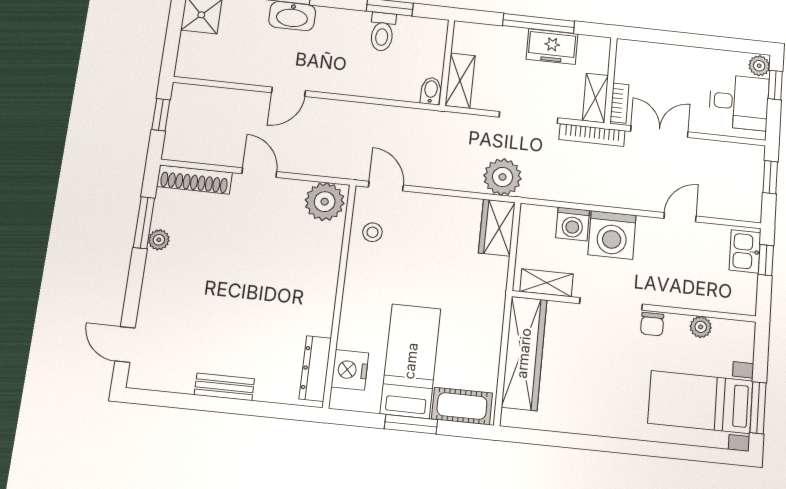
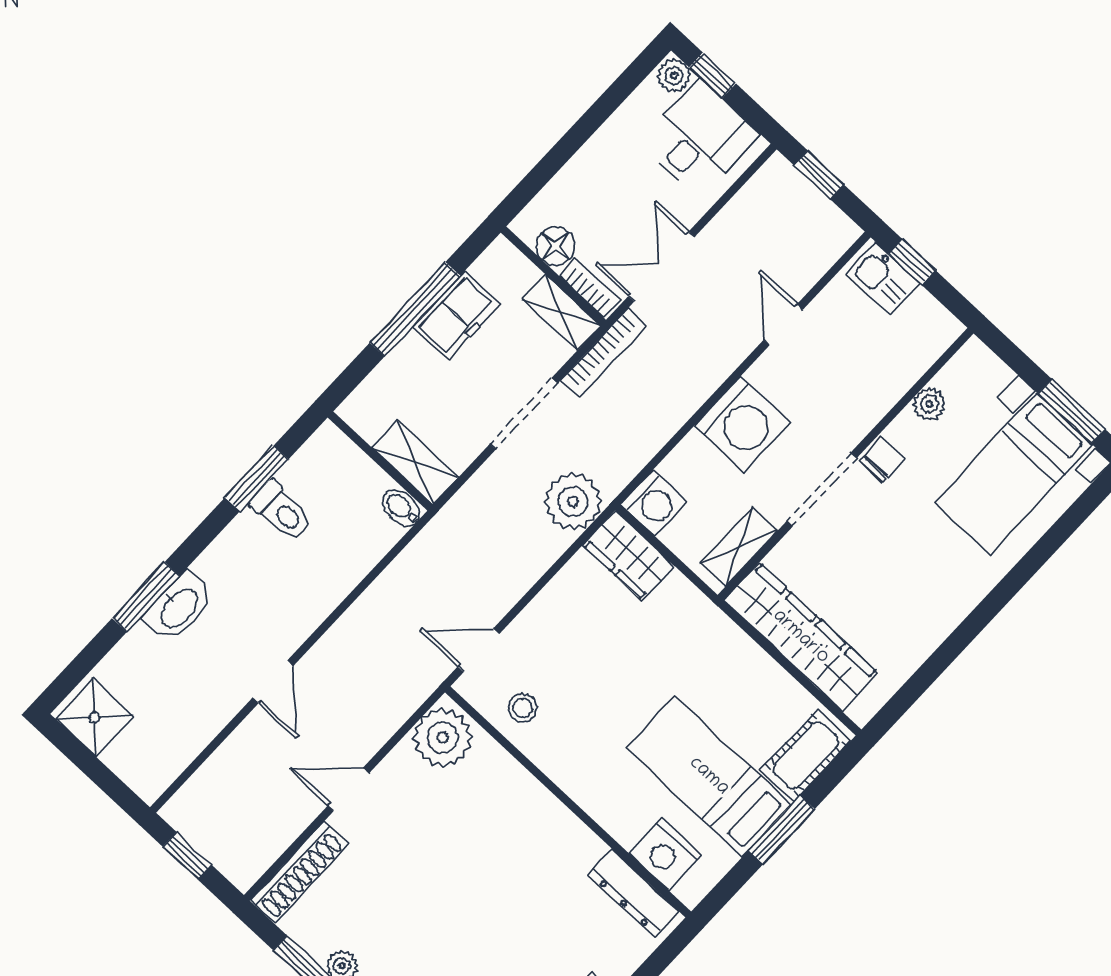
floor lamp: (627, 70) -> (556, 246), added
washing machine: (573, 224) -> (654, 503), moved
chair: (652, 324) -> (882, 459), turned -90

